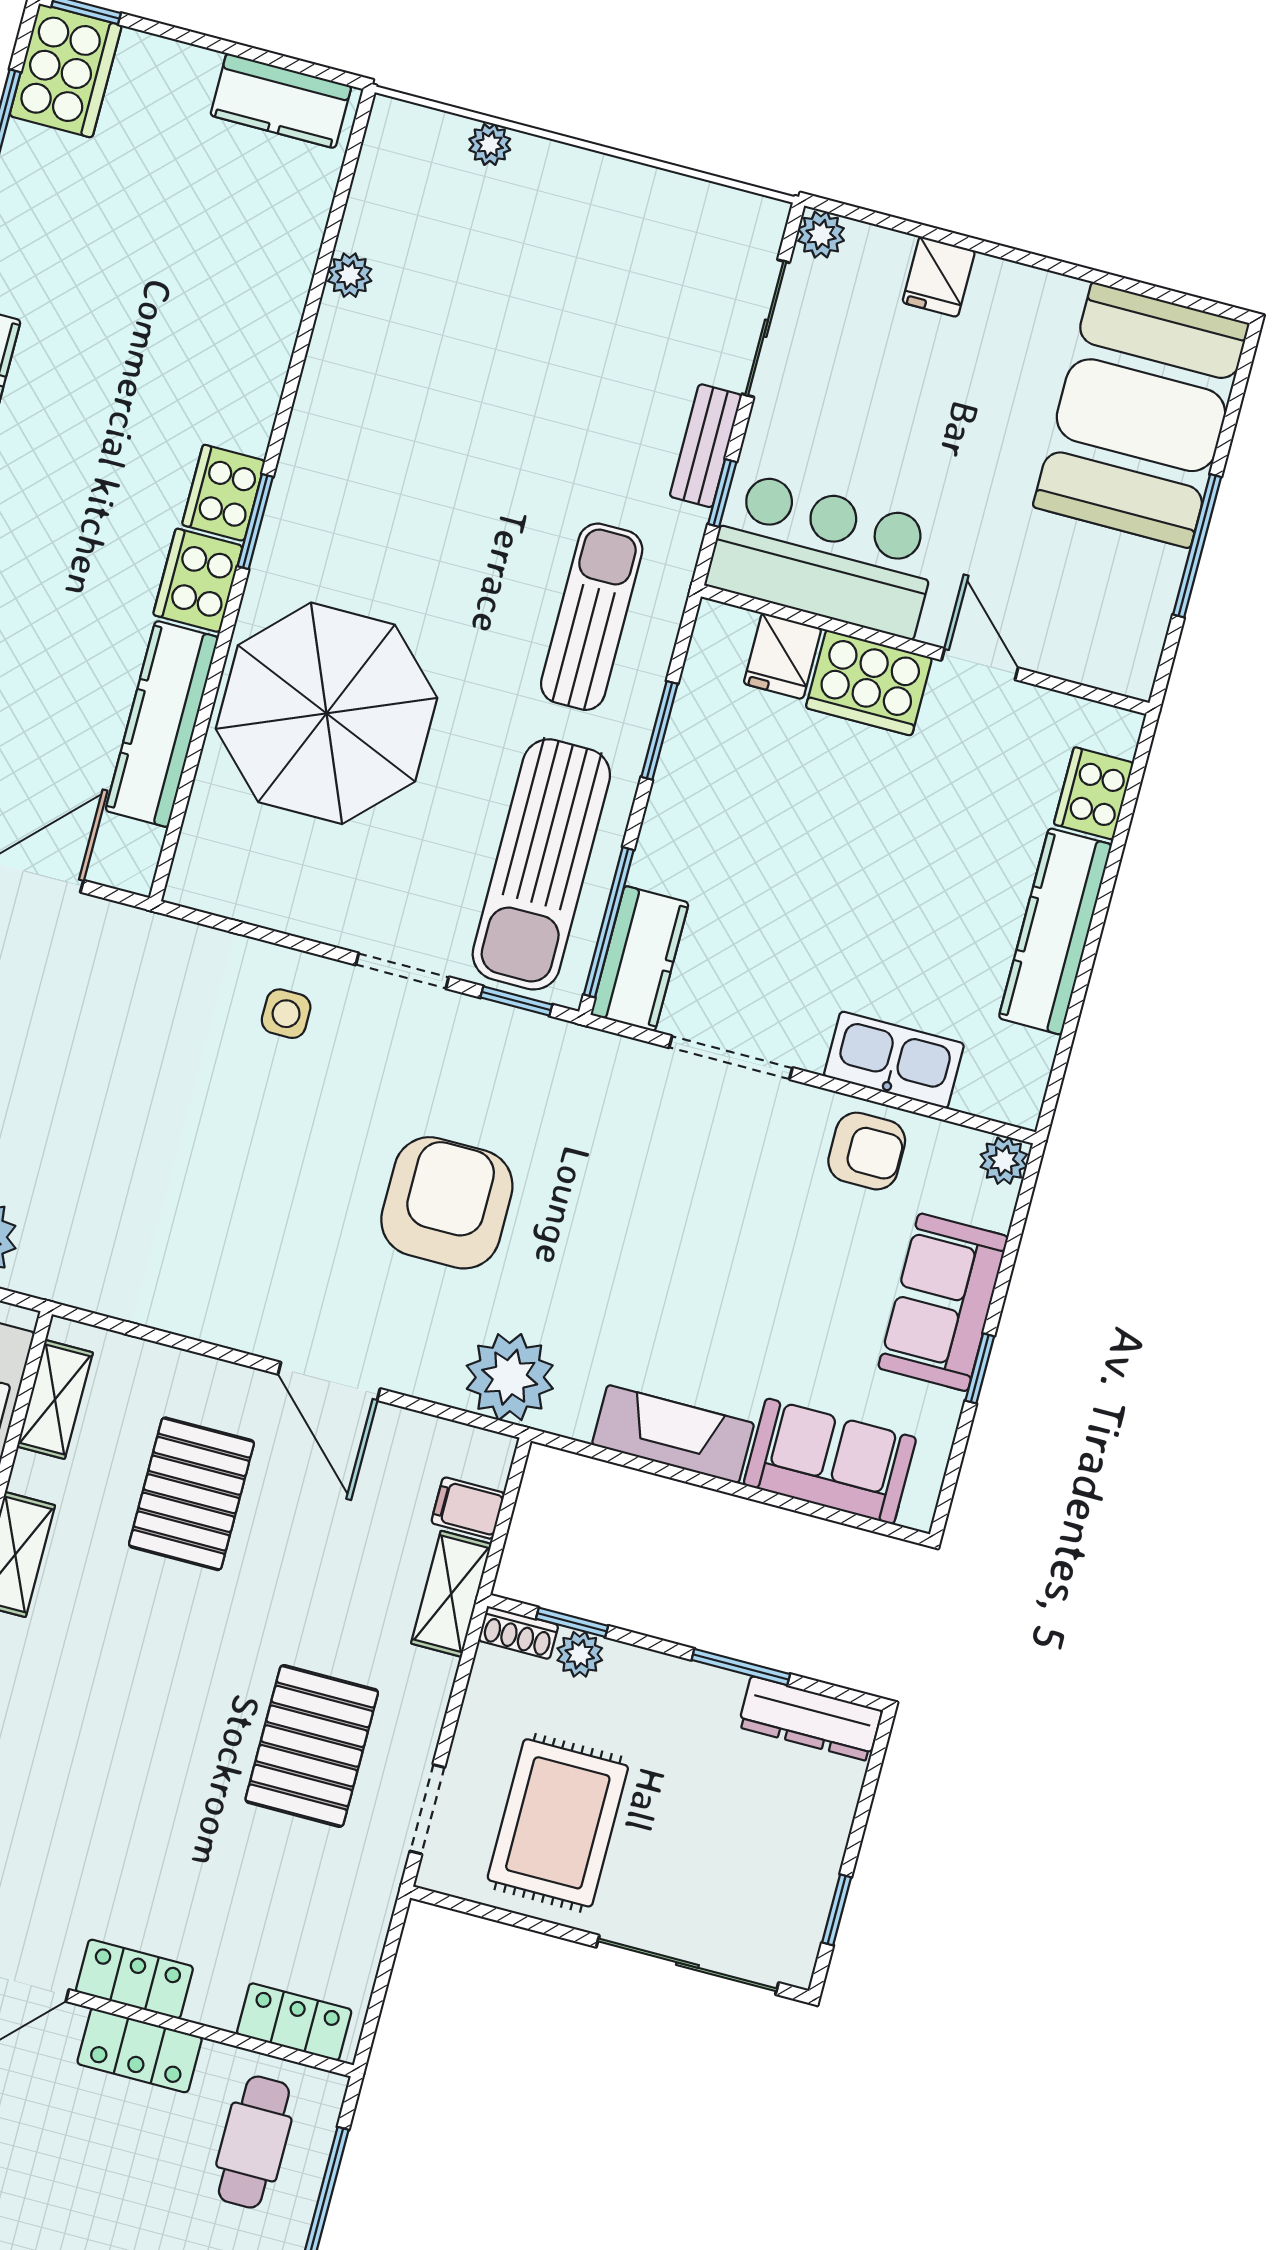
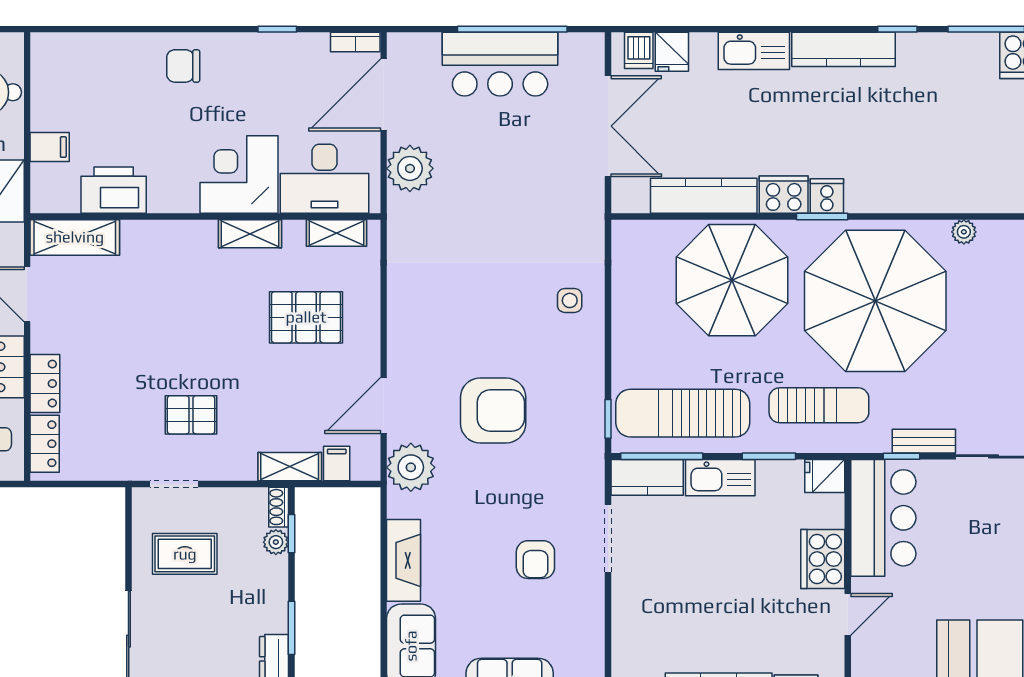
parasol: (431, 467) -> (875, 301), added
cooker: (224, 493) -> (827, 196), width x0.73
fridge: (782, 656) -> (825, 476), moved
doorway: (402, 971) -> (608, 355), removed
kitchen sink: (894, 1060) -> (720, 478), moved, turned 90
armchair: (867, 1151) -> (535, 560), moved
door: (329, 1381) -> (384, 405), moved
pallet: (312, 1746) -> (191, 415), width x0.67, depth x0.71
rug: (558, 1823) -> (185, 554), width x0.73, depth x0.70
locker: (134, 1979) -> (45, 384), moved

